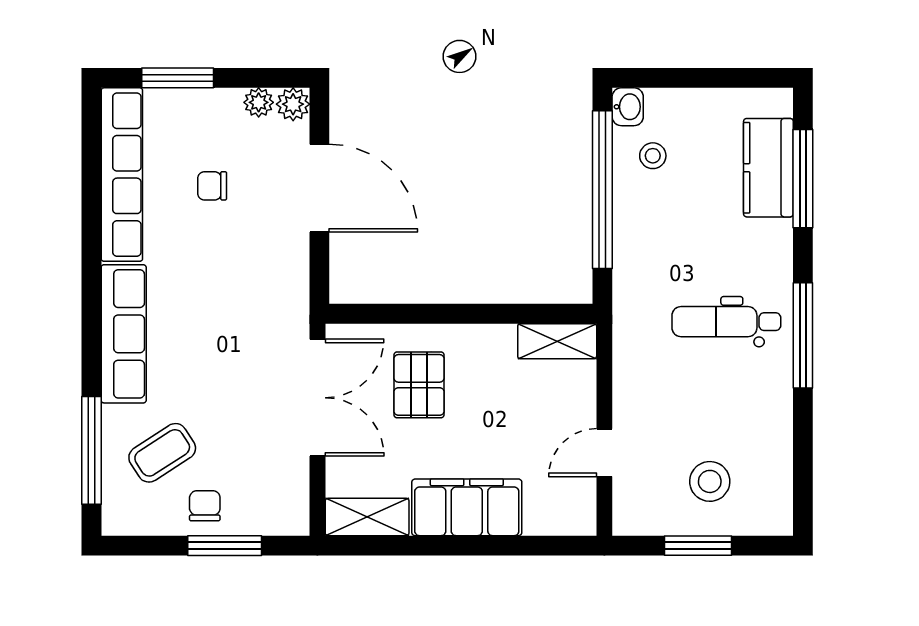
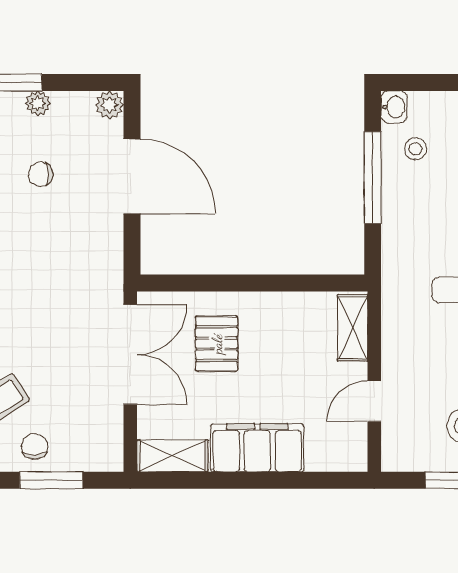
plant: (259, 102) -> (38, 103), moved
window: (602, 190) -> (373, 178), width x0.68
shelving: (557, 341) -> (353, 328), moved, turned 90

